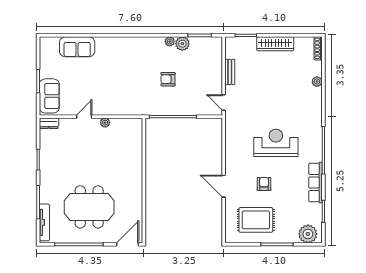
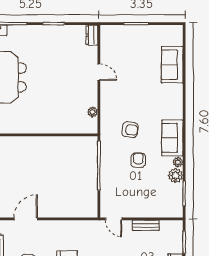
armchair: (139, 87) -> (130, 130), added
sofa: (49, 96) -> (172, 138), moved, turned 90
door: (224, 102) -> (114, 219), swing flipped
plant: (105, 123) -> (93, 112), moved

